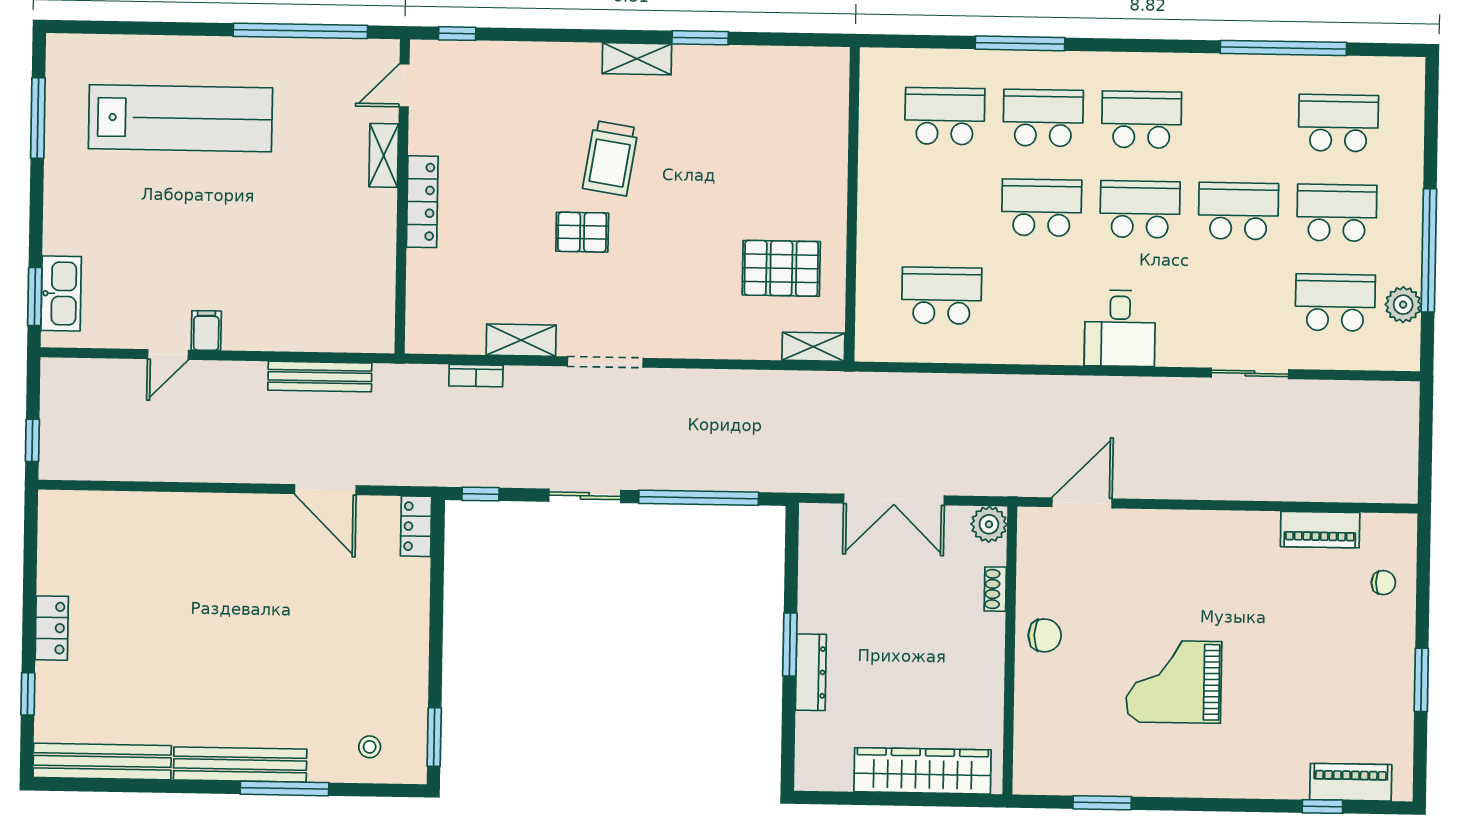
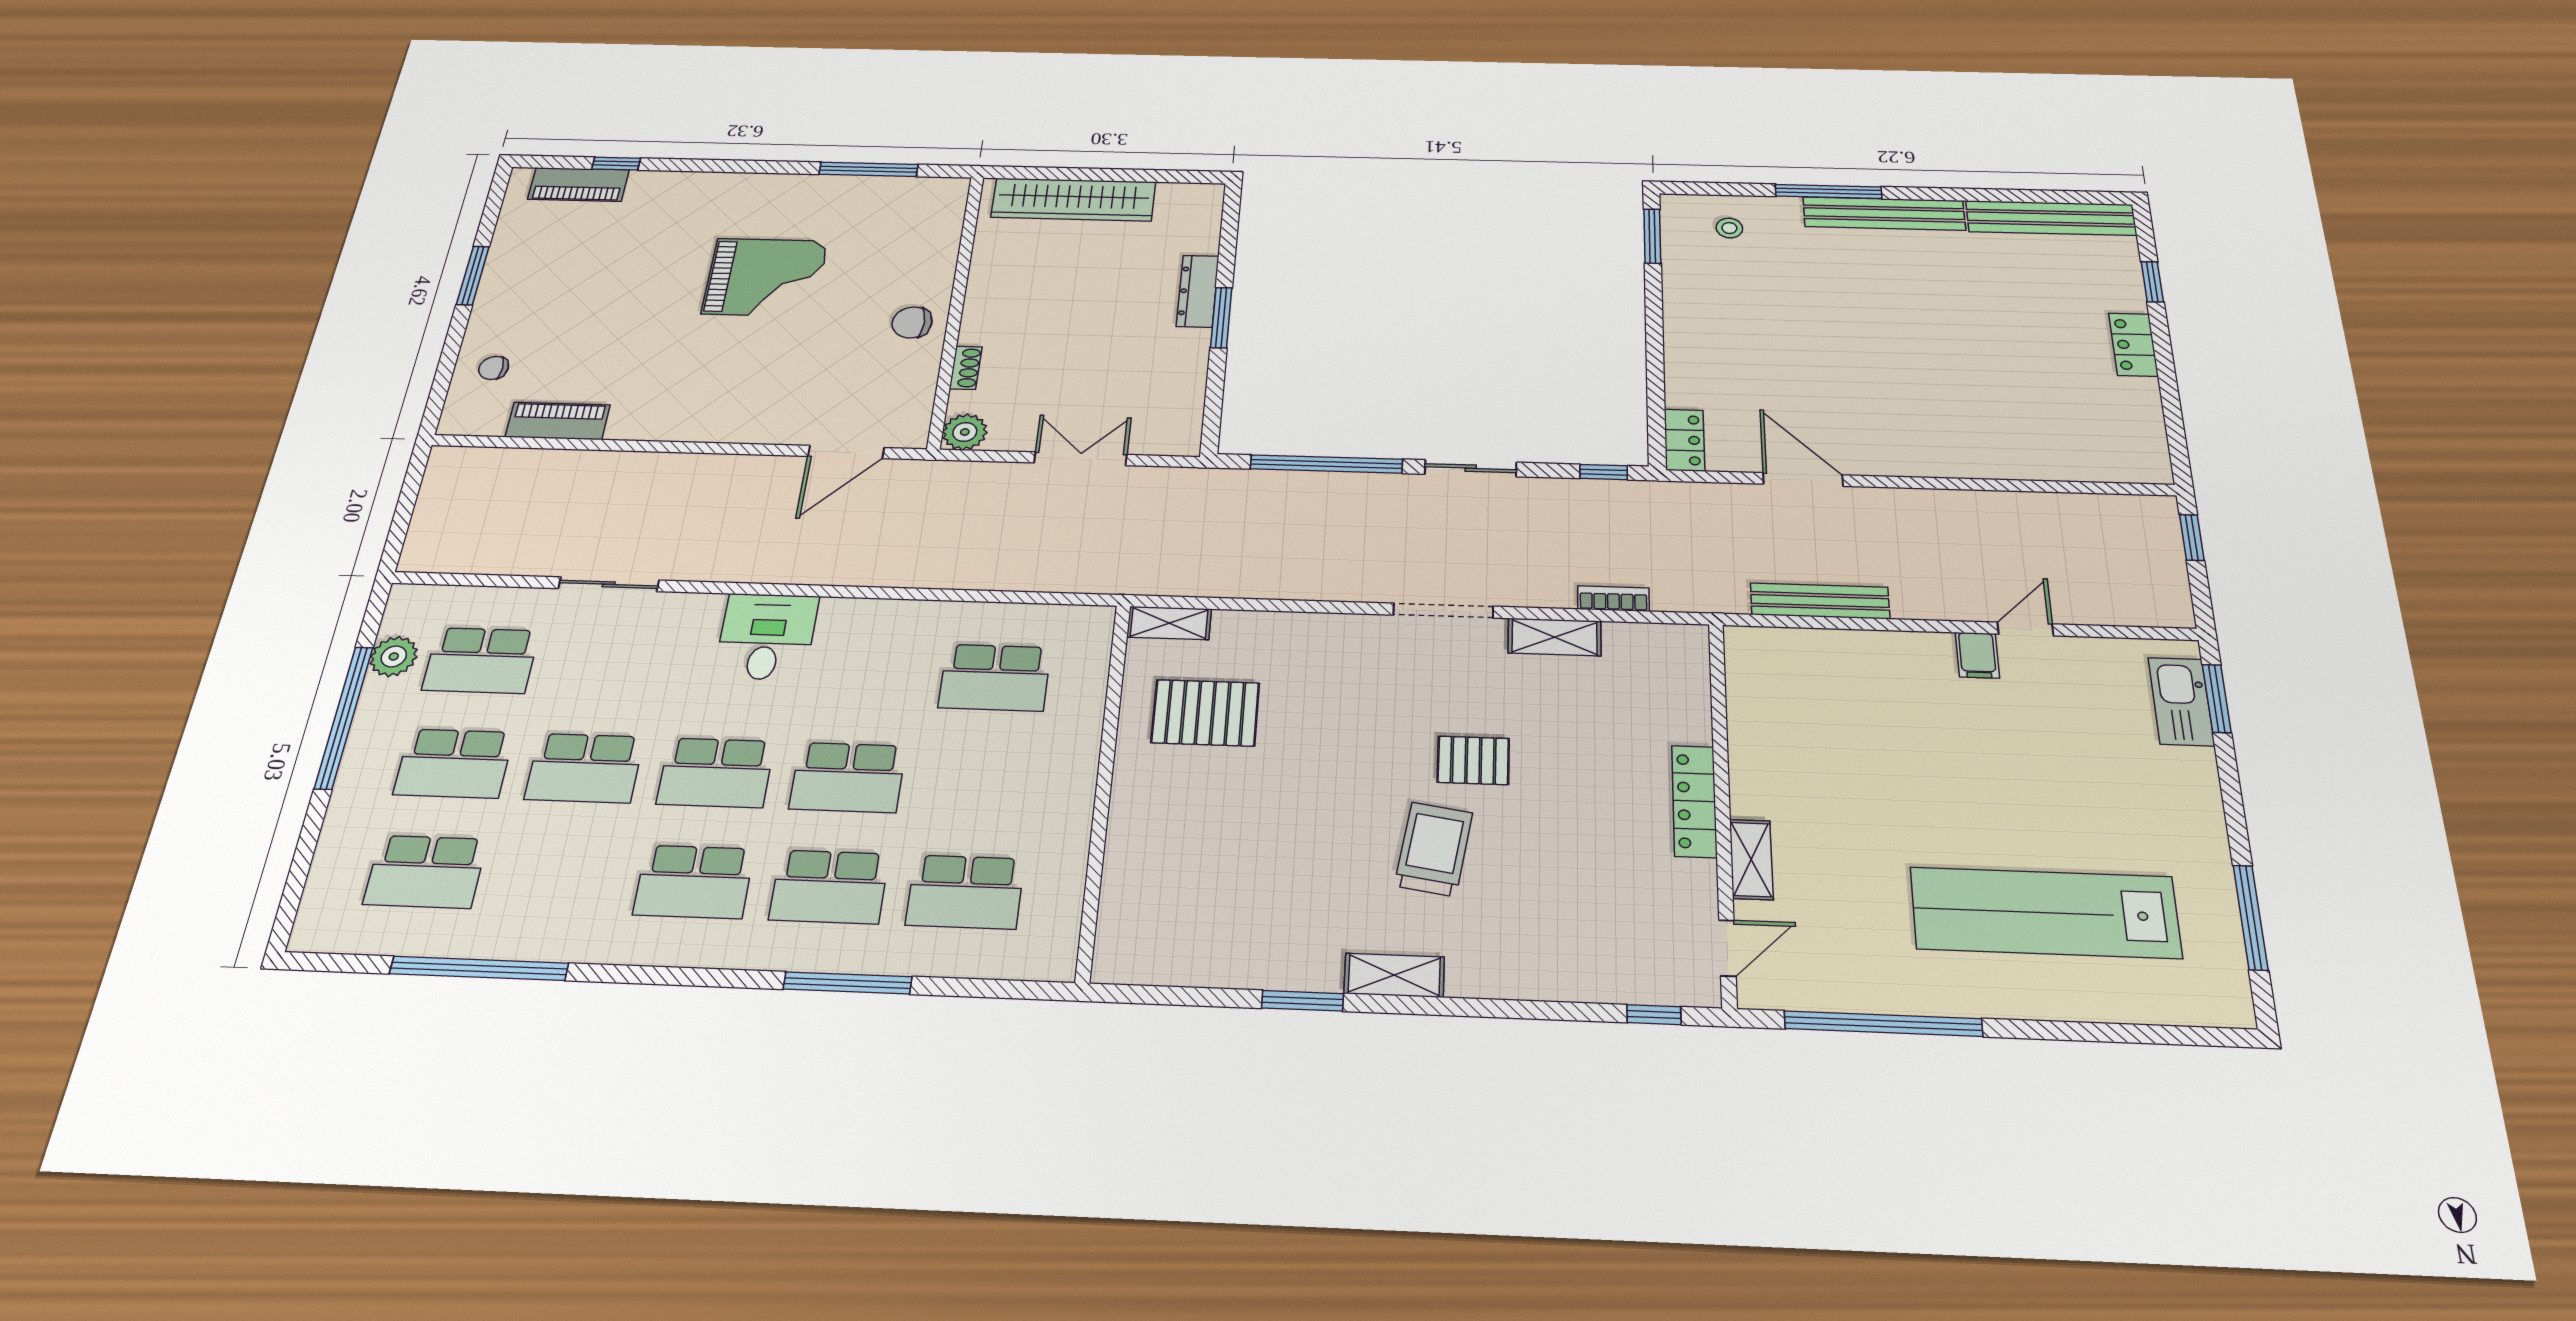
double door: (894, 500) -> (1080, 459), width x0.73
window: (1102, 803) -> (869, 169), width x1.44

